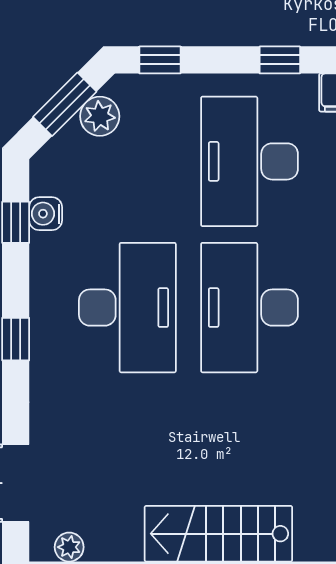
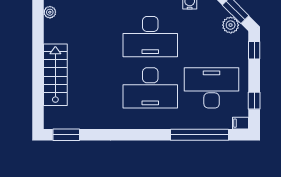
desk: (250, 308) -> (150, 88), turned 180

